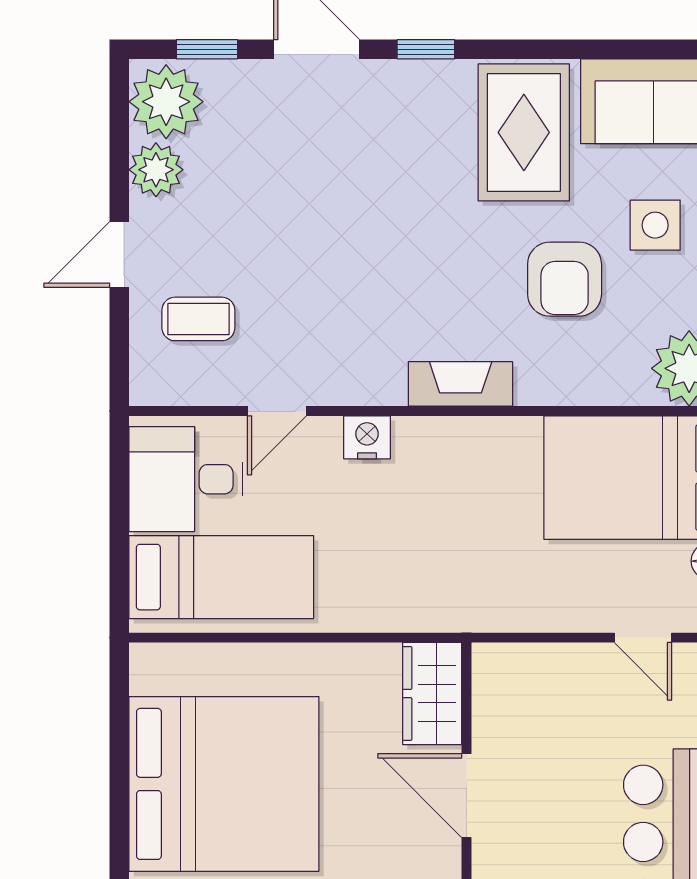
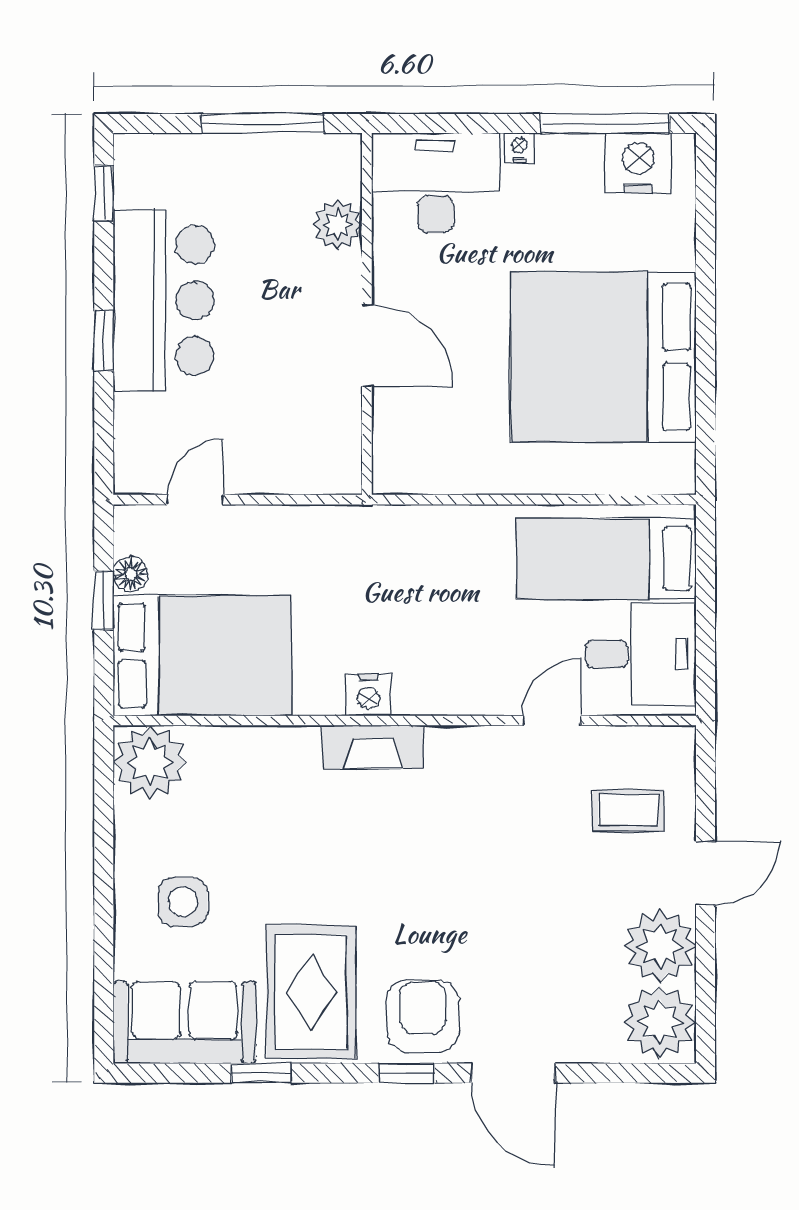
window: (207, 49) -> (261, 1073), moved
plant: (156, 170) -> (660, 946), width x1.36, depth x1.36
armchair: (565, 279) -> (423, 1016), moved
nightstand: (367, 437) -> (369, 695), moved
door: (643, 638) -> (195, 500), hinge flipped
wardrobe: (432, 694) -> (400, 445), removed

